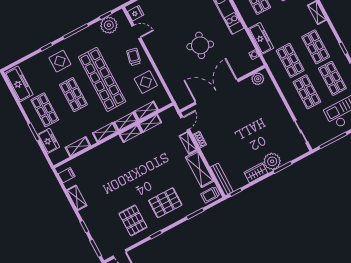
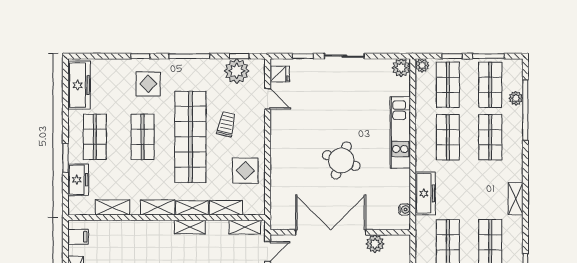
trolley: (134, 57) -> (226, 124), moved
plant: (258, 79) -> (375, 244), moved
shelving: (150, 123) -> (245, 227), moved

